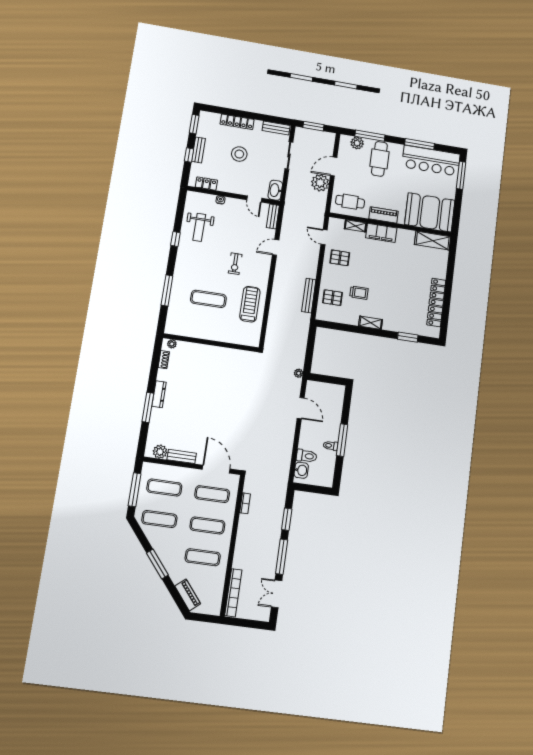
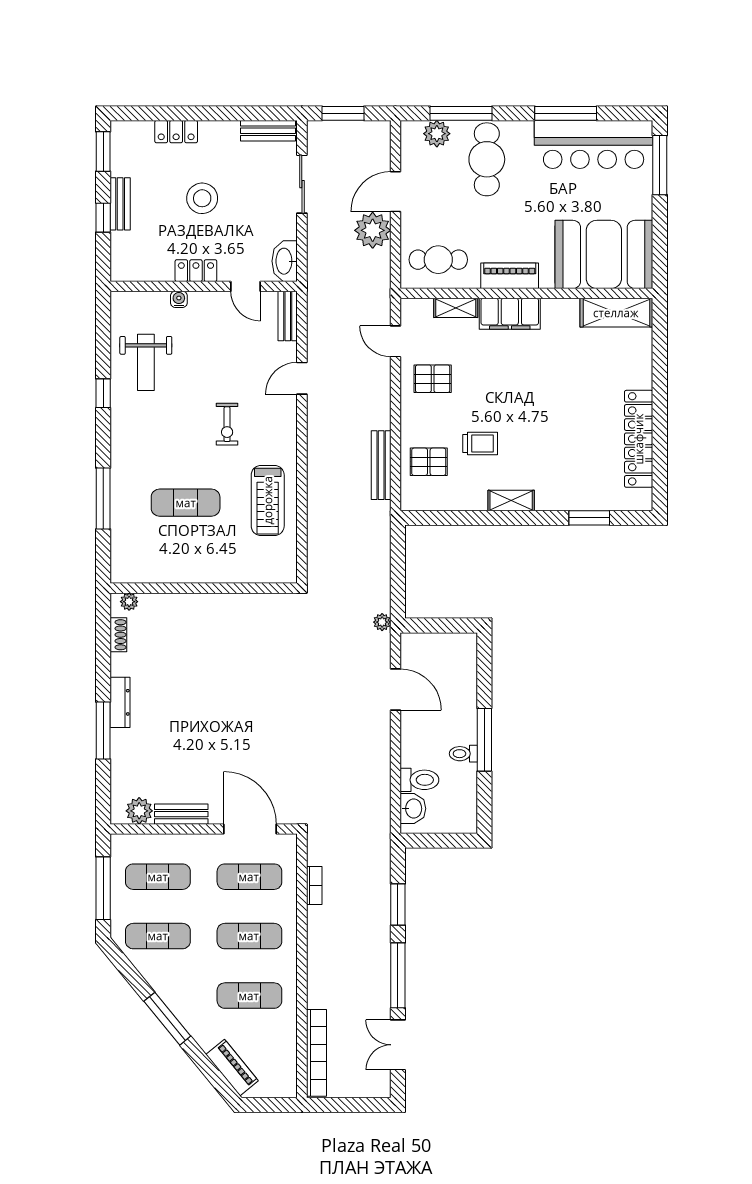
locker: (237, 122) -> (176, 132), width x0.66
locker: (206, 184) -> (196, 271), moved
treadmill: (250, 304) -> (268, 500), turned 180

